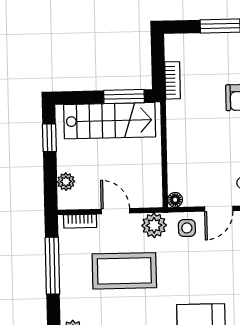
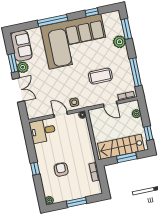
window: (124, 97) -> (127, 157), moved
door: (219, 209) -> (61, 114), hinge flipped
plant: (154, 225) -> (90, 101), removed
coffee table: (124, 271) -> (100, 76), width x0.73, depth x0.76

